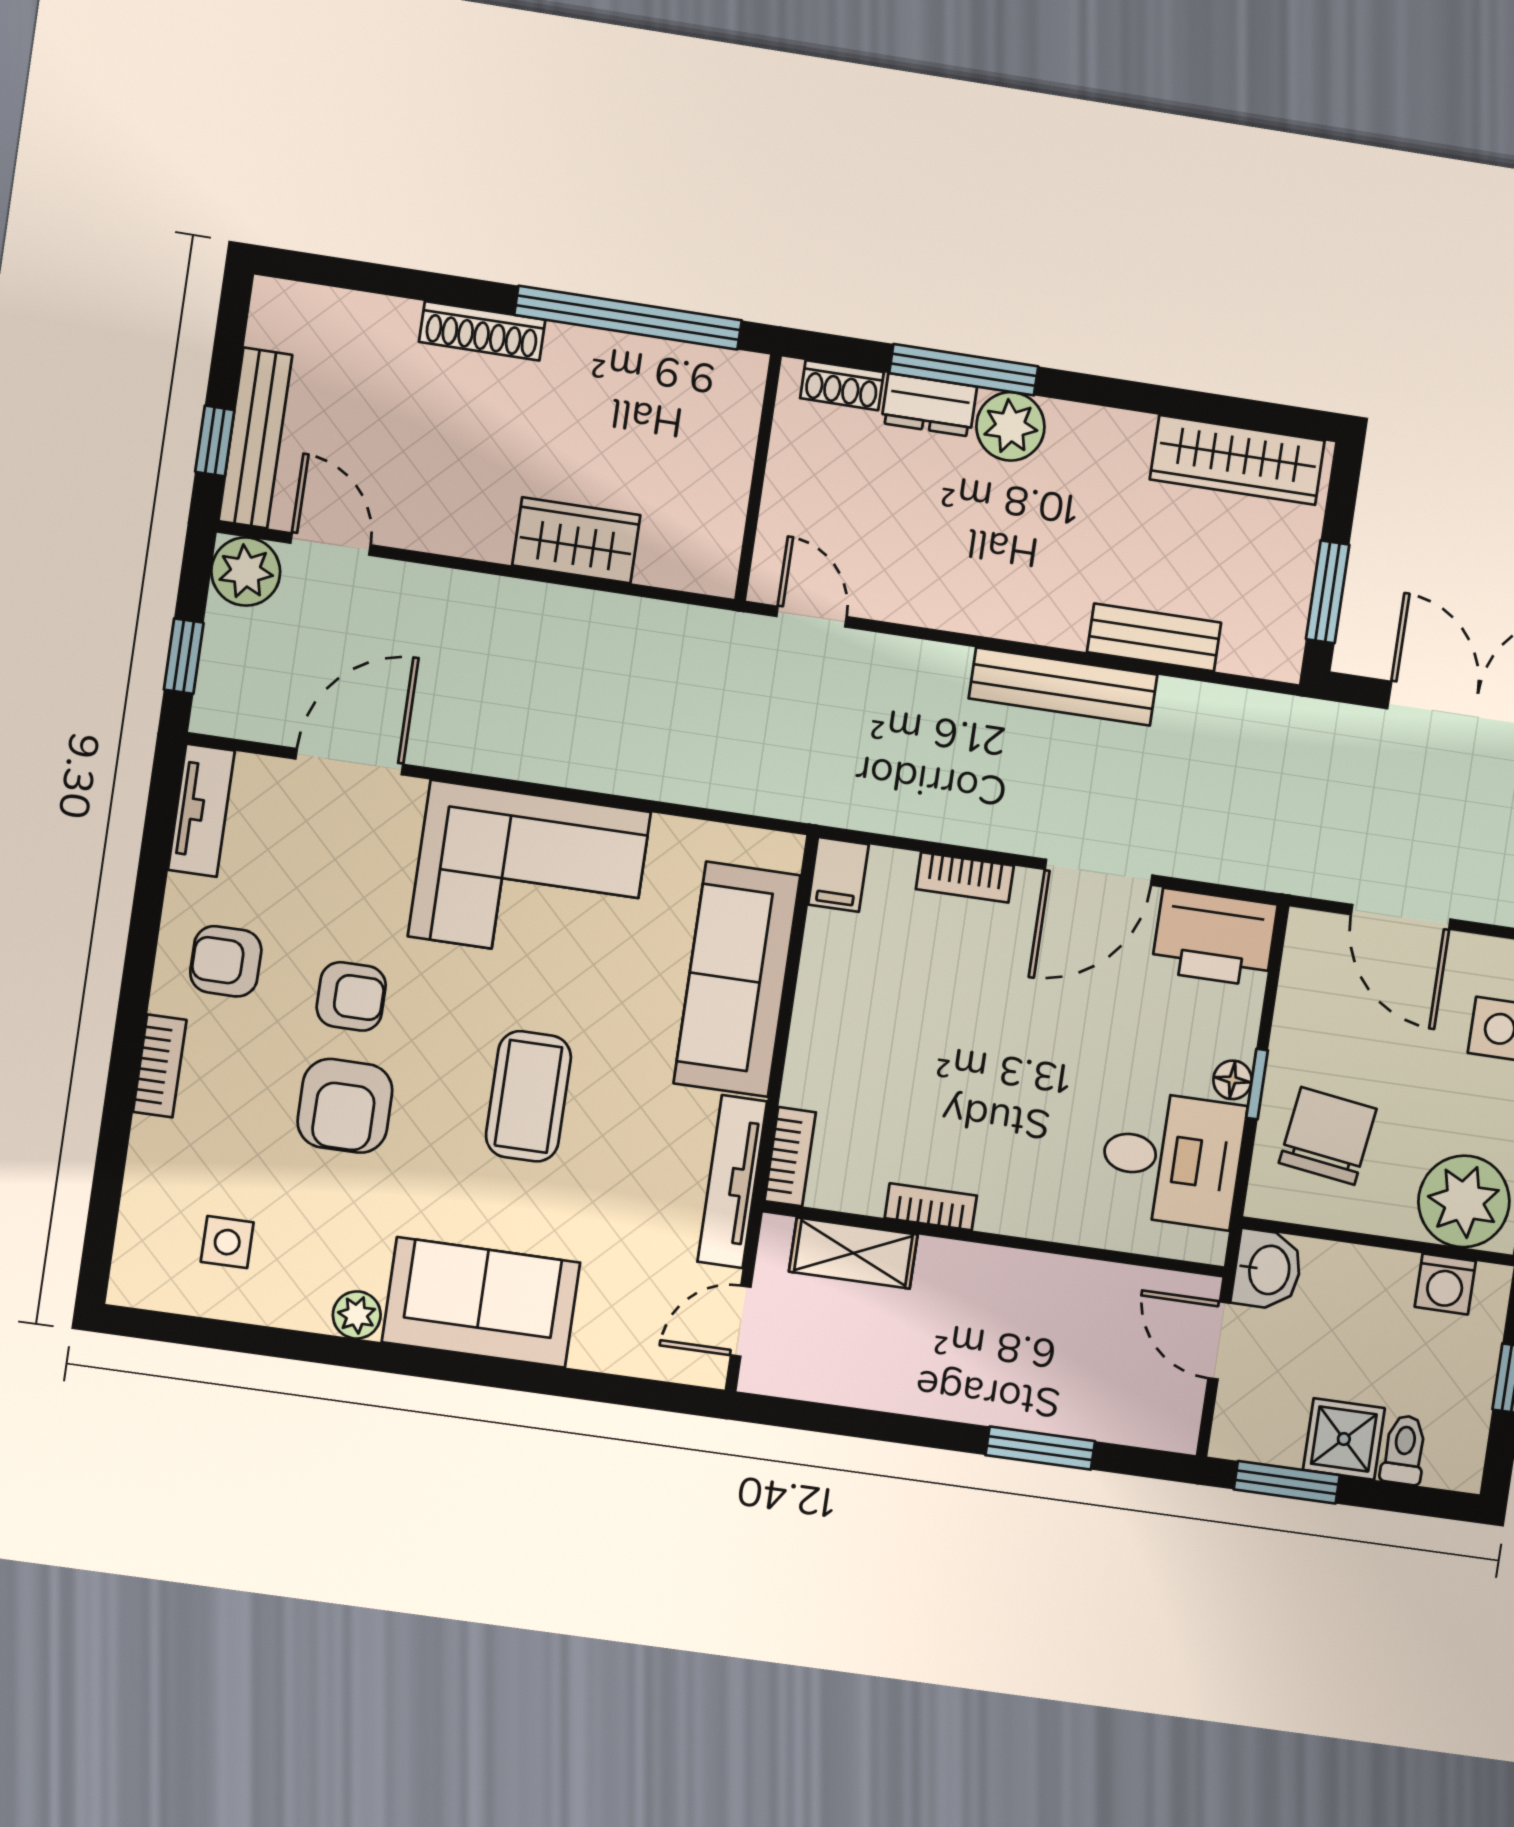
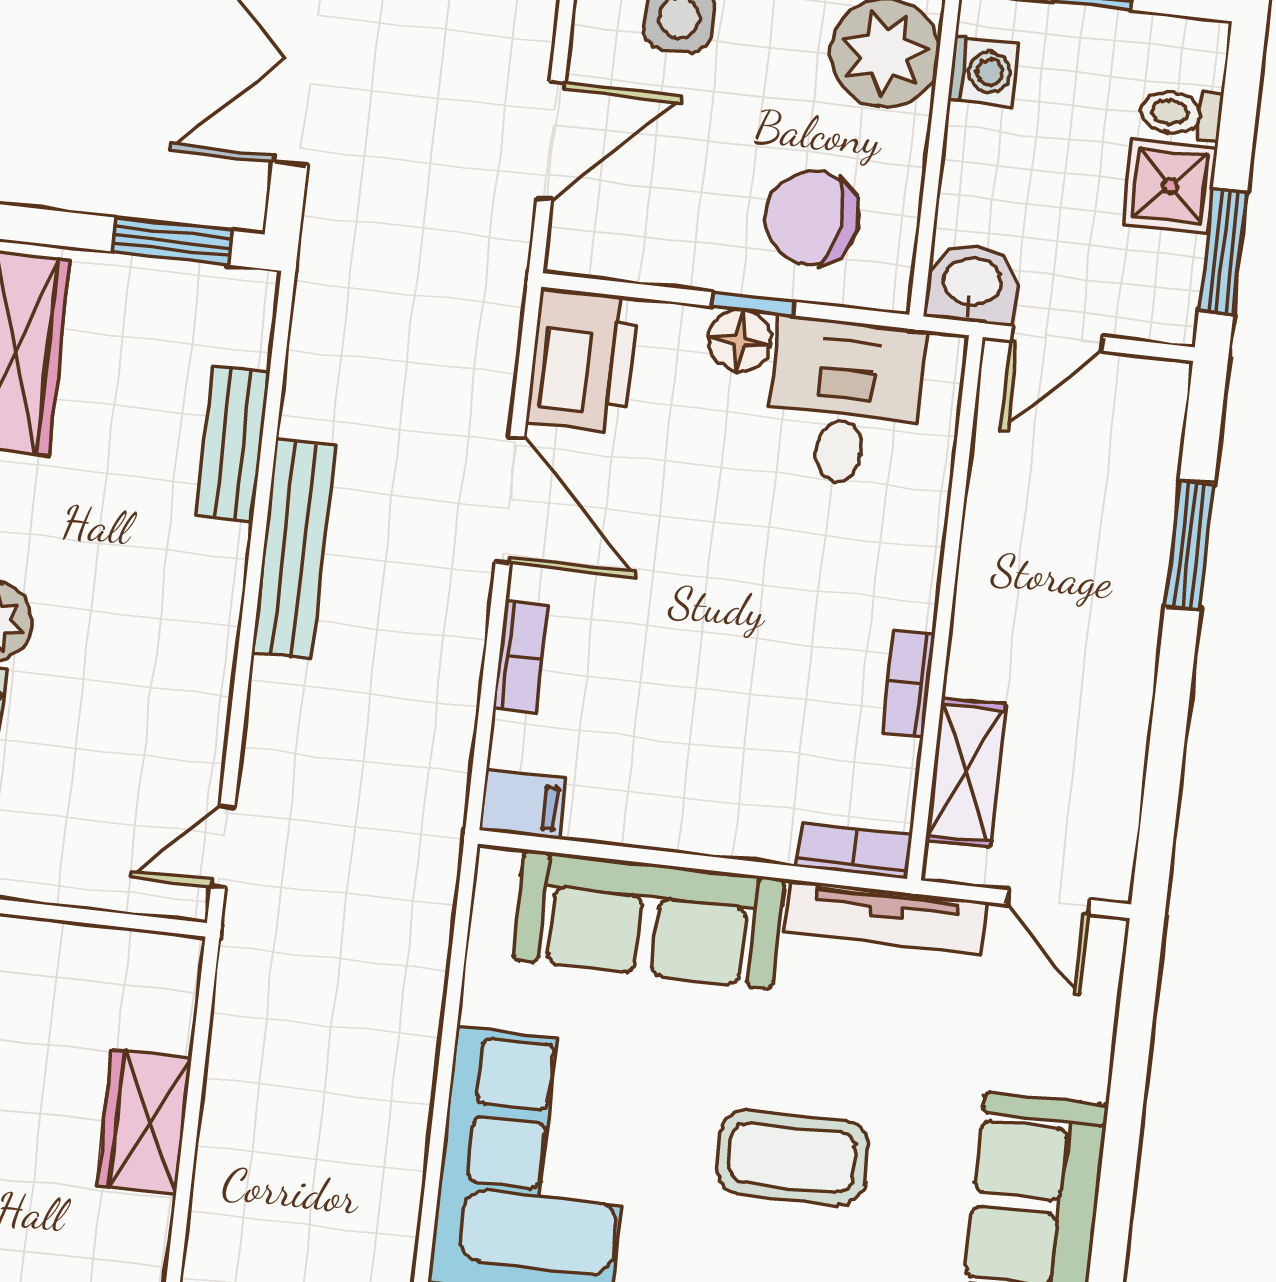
floor lamp: (1232, 1080) -> (740, 341), width x1.37, depth x1.37

